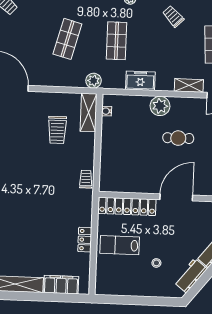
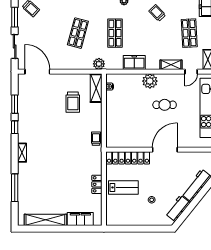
lab bench: (120, 245) -> (123, 187), turned 180

